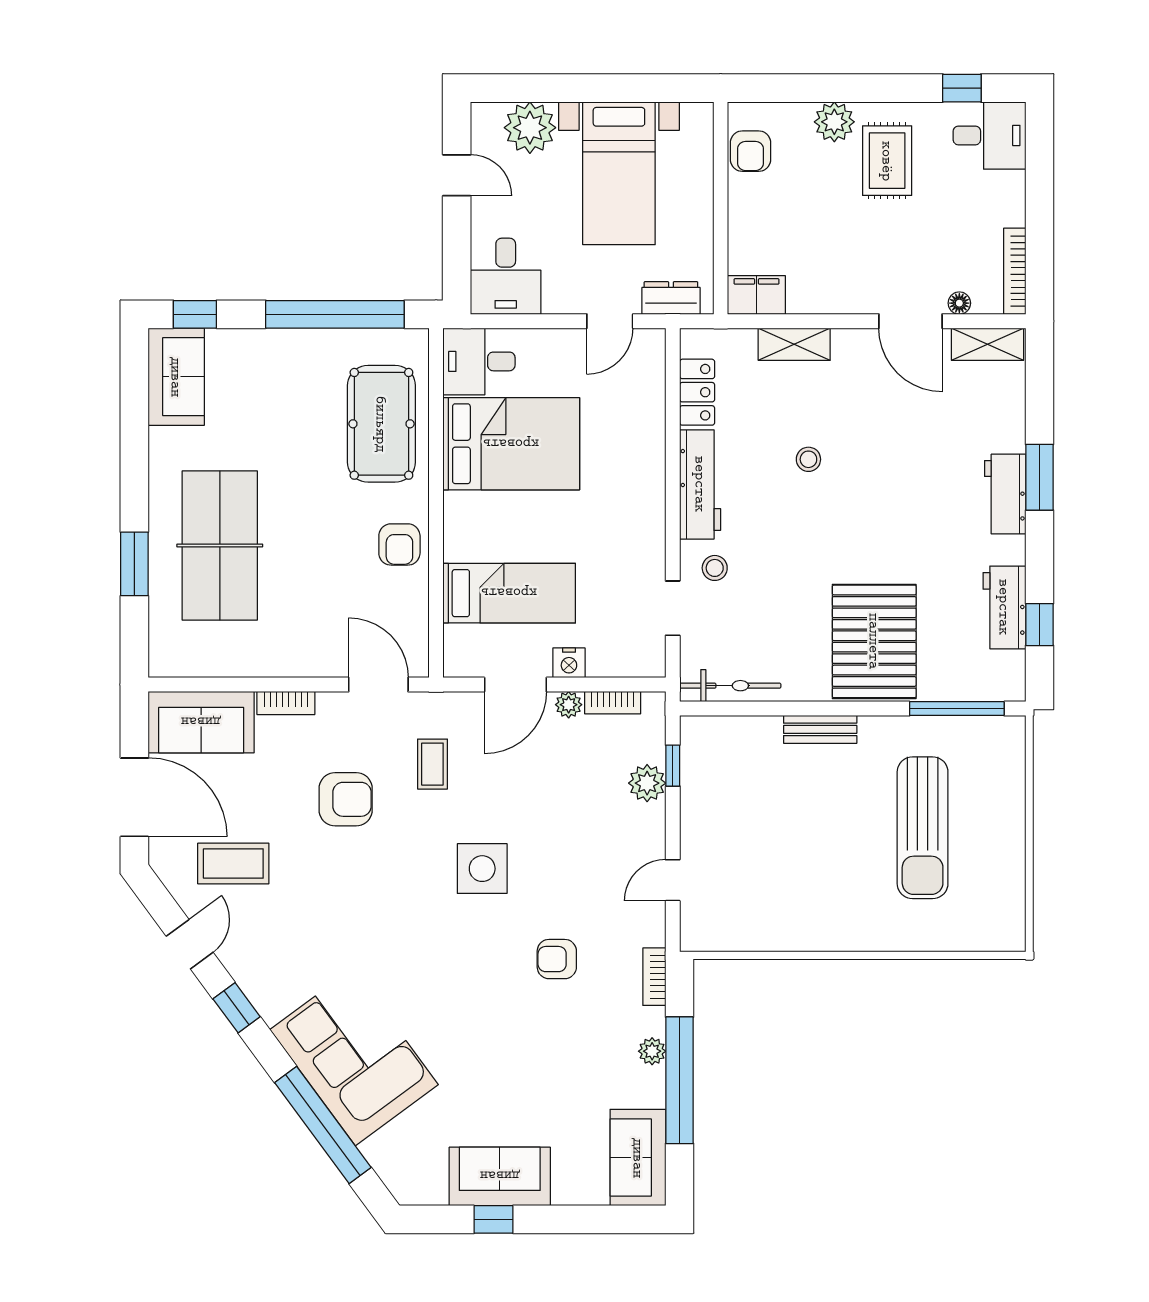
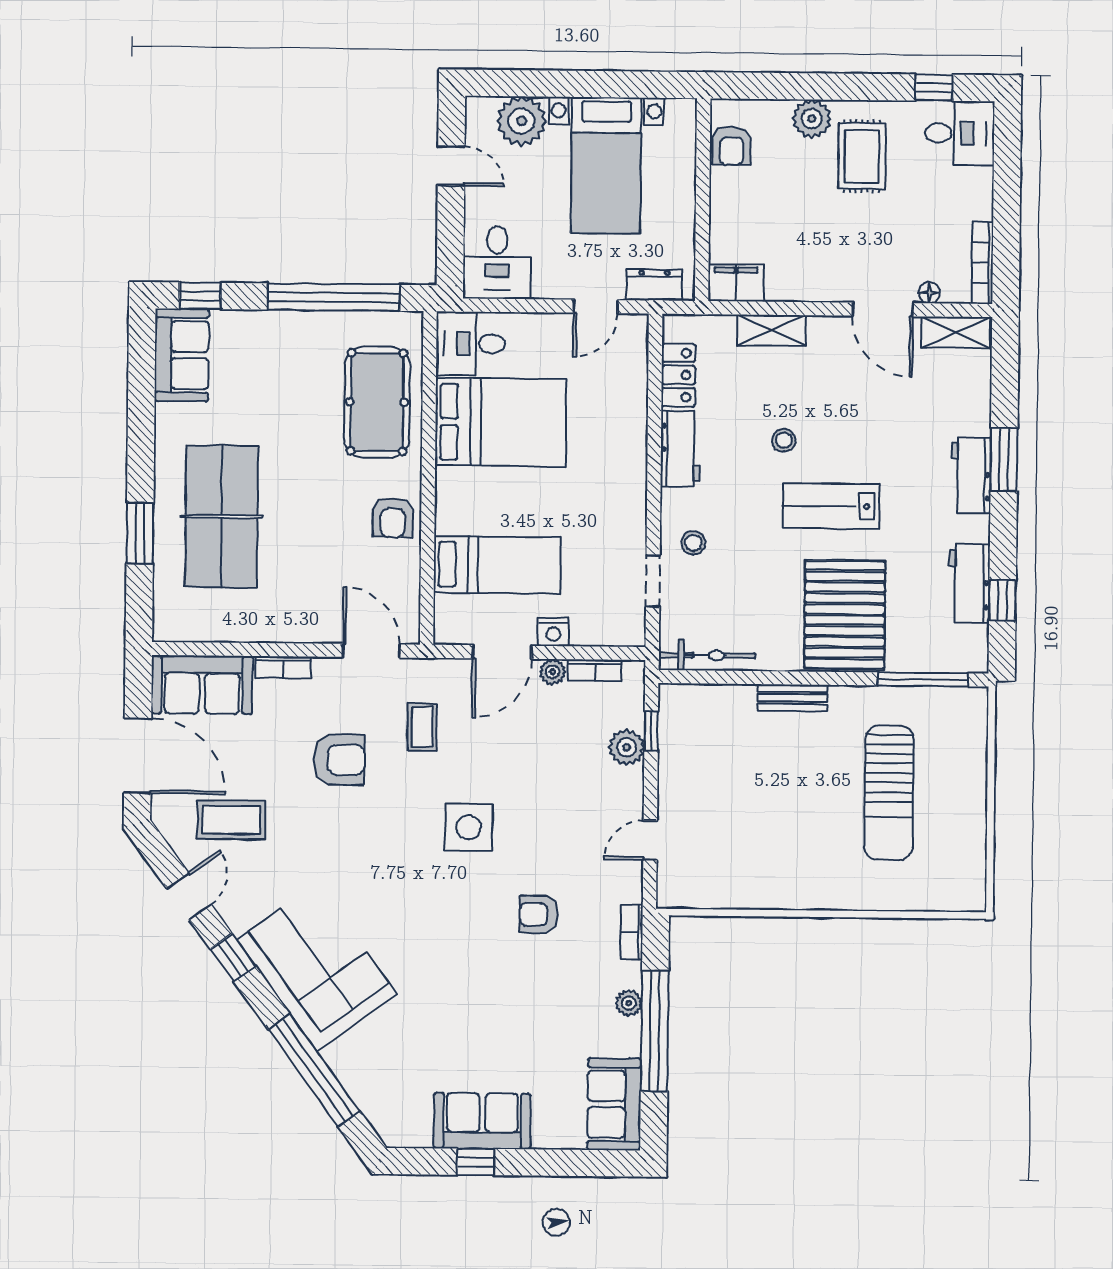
workbench: (700, 484) -> (680, 449), width x0.73
lab bench: (859, 528) -> (831, 506), added
corner sofa: (354, 1057) -> (317, 967), moved

